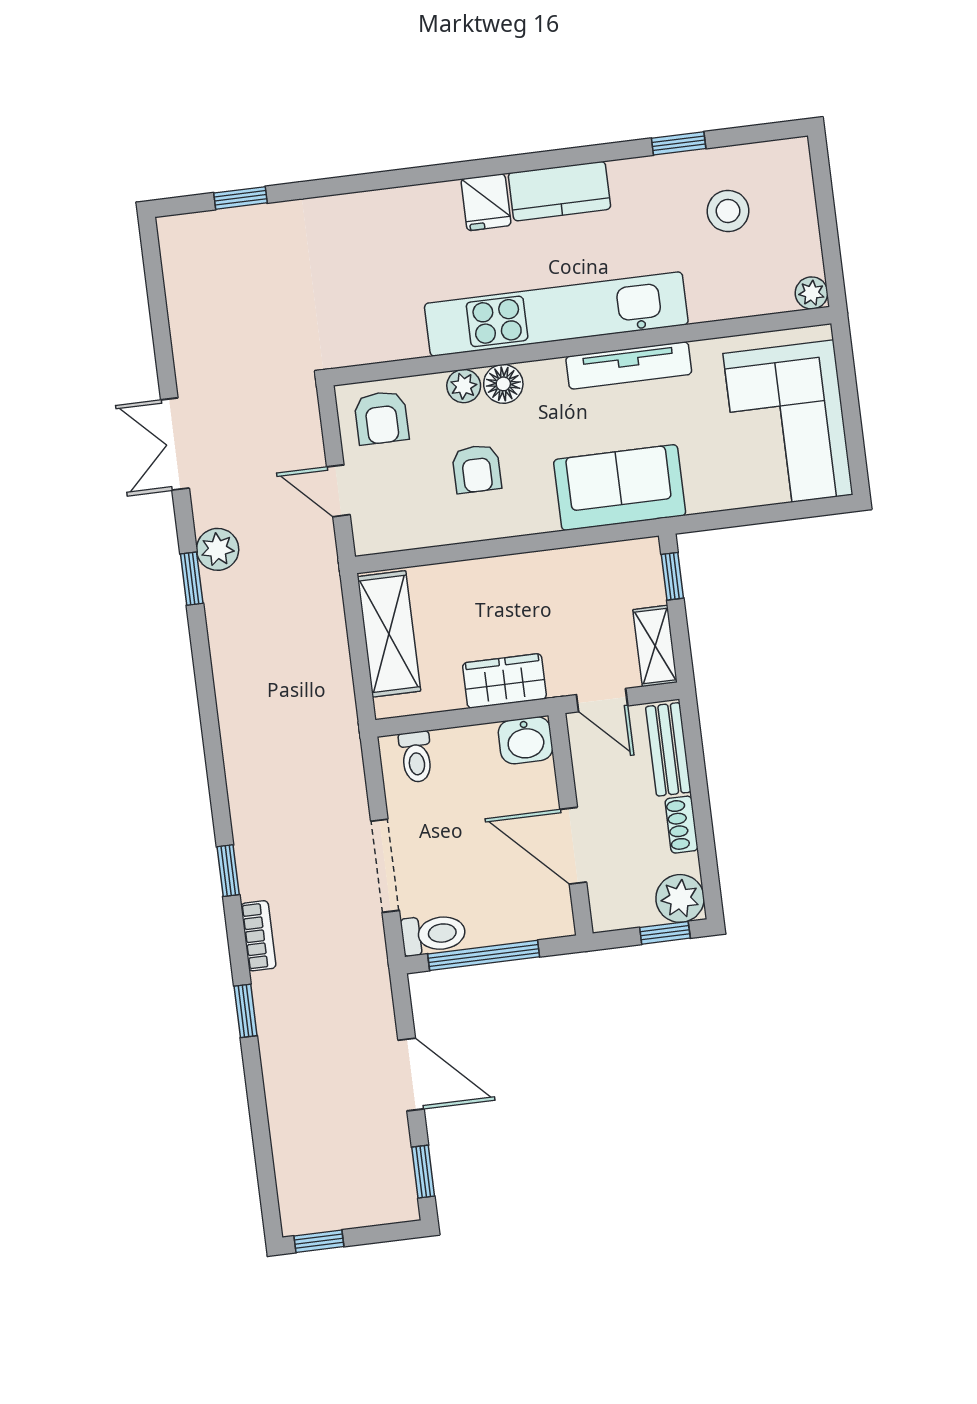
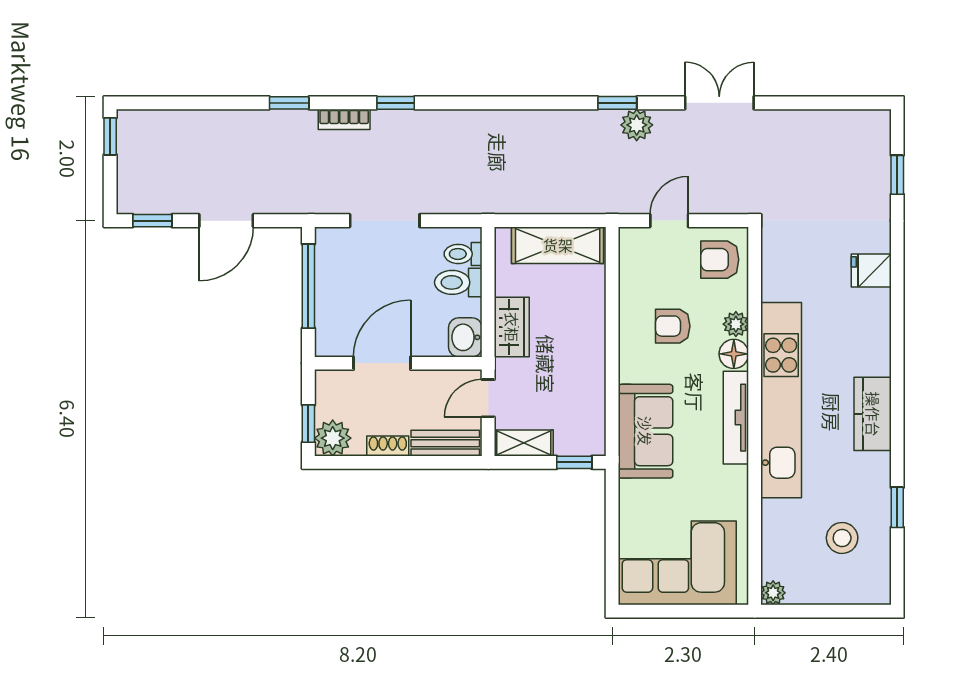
fridge: (486, 202) -> (871, 271), moved
tv unit: (629, 365) -> (736, 418), moved
toilet: (434, 934) -> (458, 282), moved, turned 90

